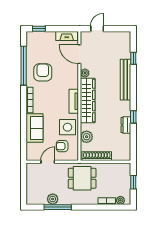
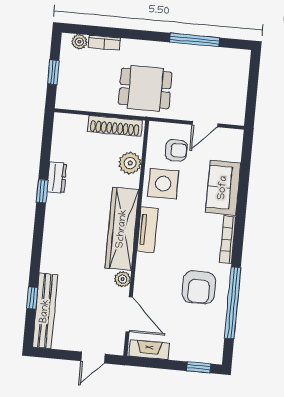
bench: (125, 80) -> (45, 311), moved
plant: (53, 199) -> (202, 56), removed

